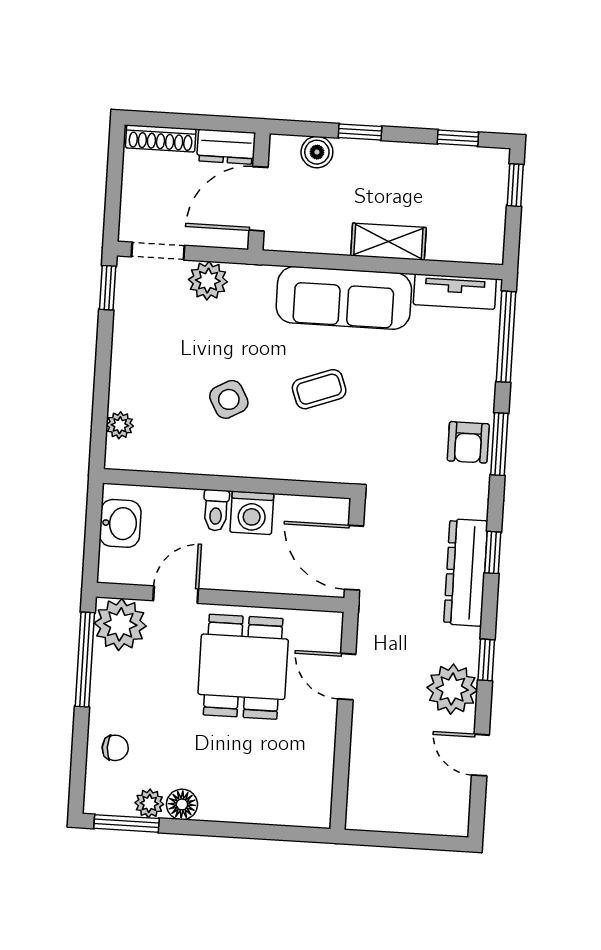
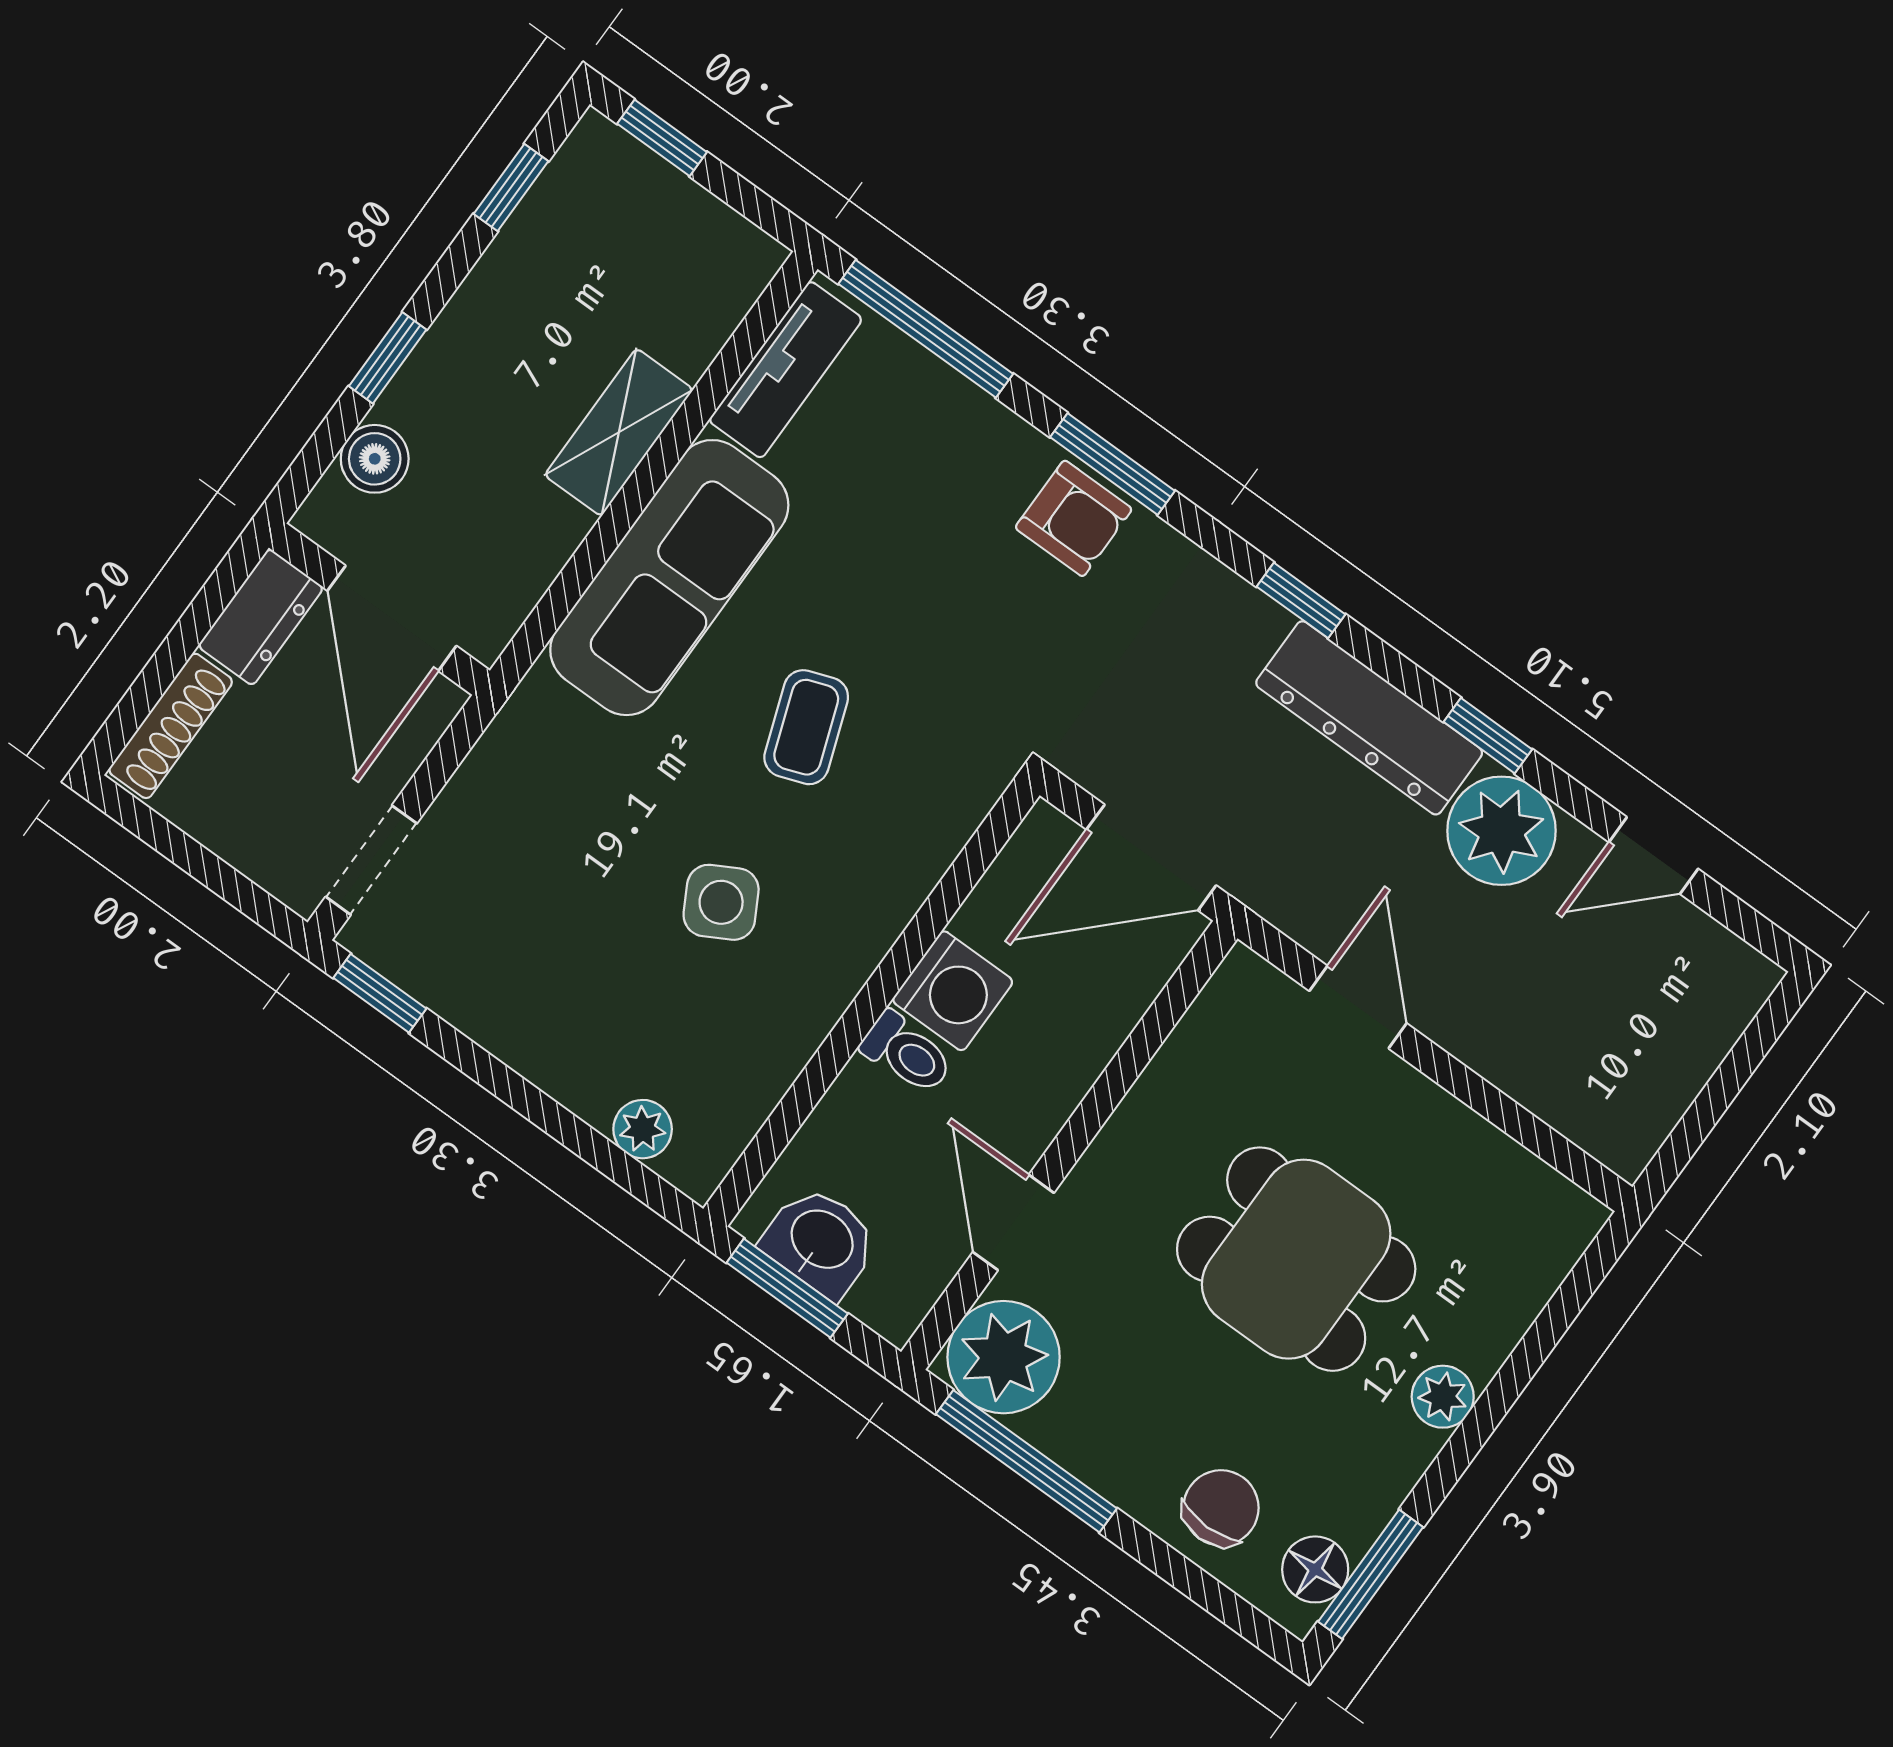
plant: (208, 281) -> (482, 804), removed
window: (93, 522) -> (787, 1288), added
dresser: (466, 572) -> (1369, 718), moved
dining table: (243, 667) -> (1296, 1259), moved
door: (347, 677) -> (1358, 1007), swing flipped
chair: (115, 748) -> (1221, 1508), width x1.37, depth x1.37
plant: (149, 803) -> (1443, 1397), moved
floor lamp: (182, 804) -> (1315, 1569), moved

